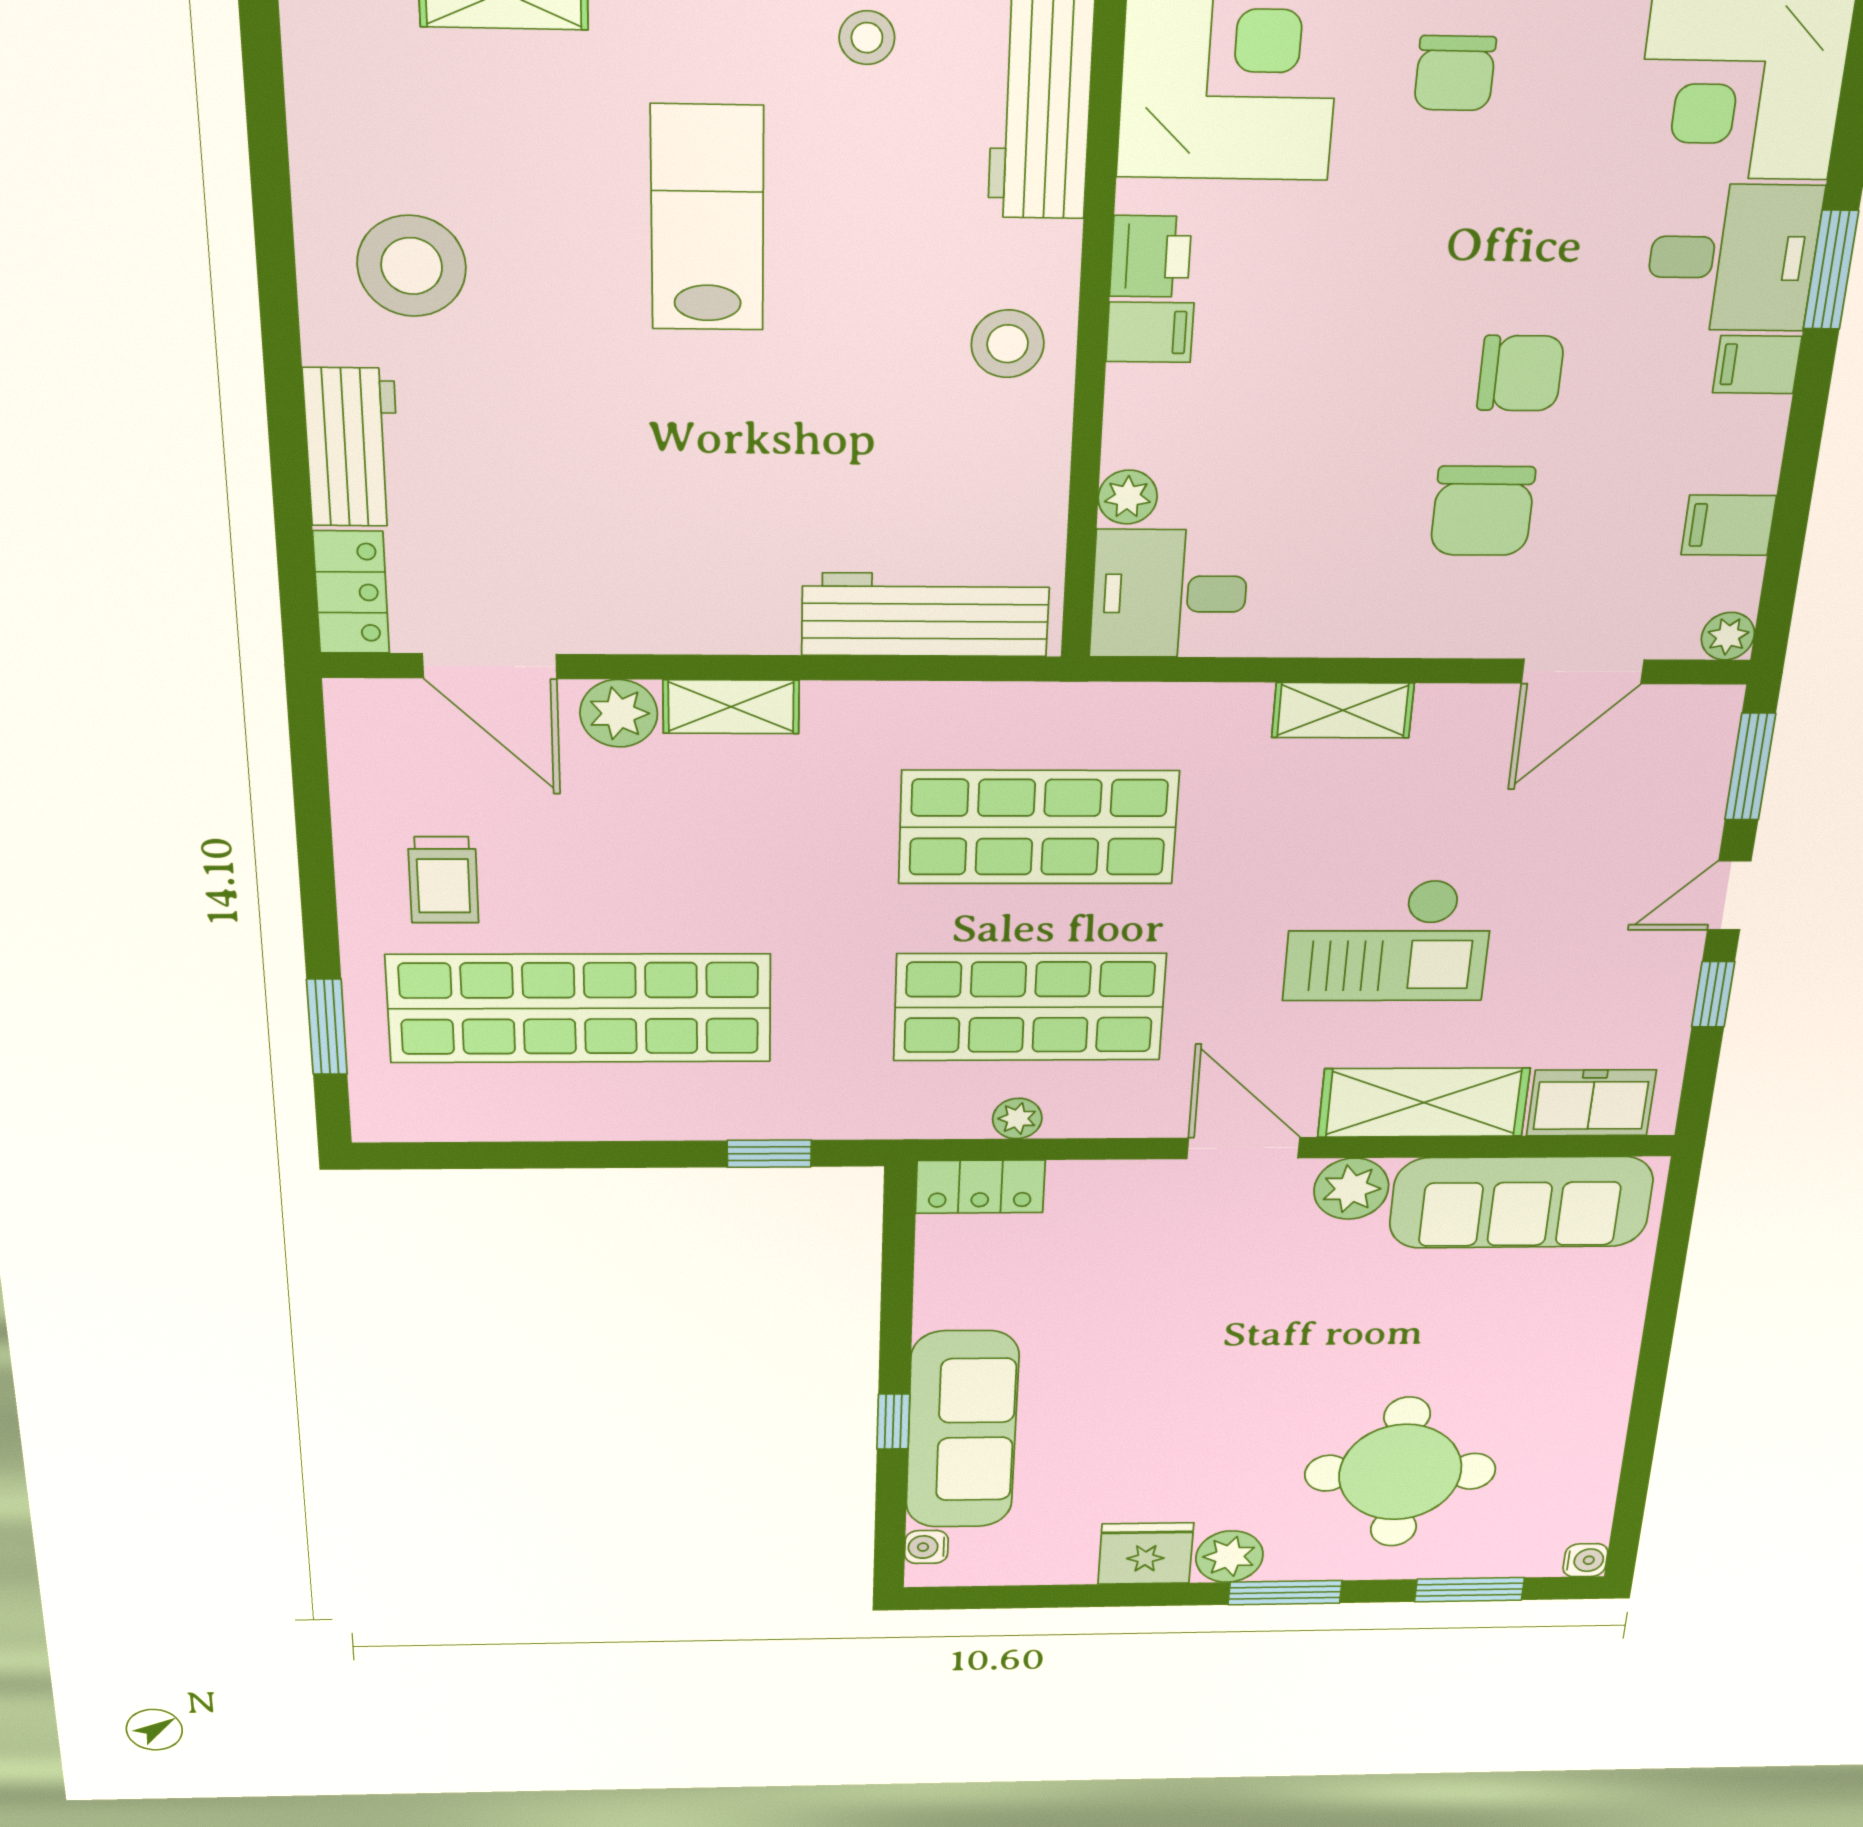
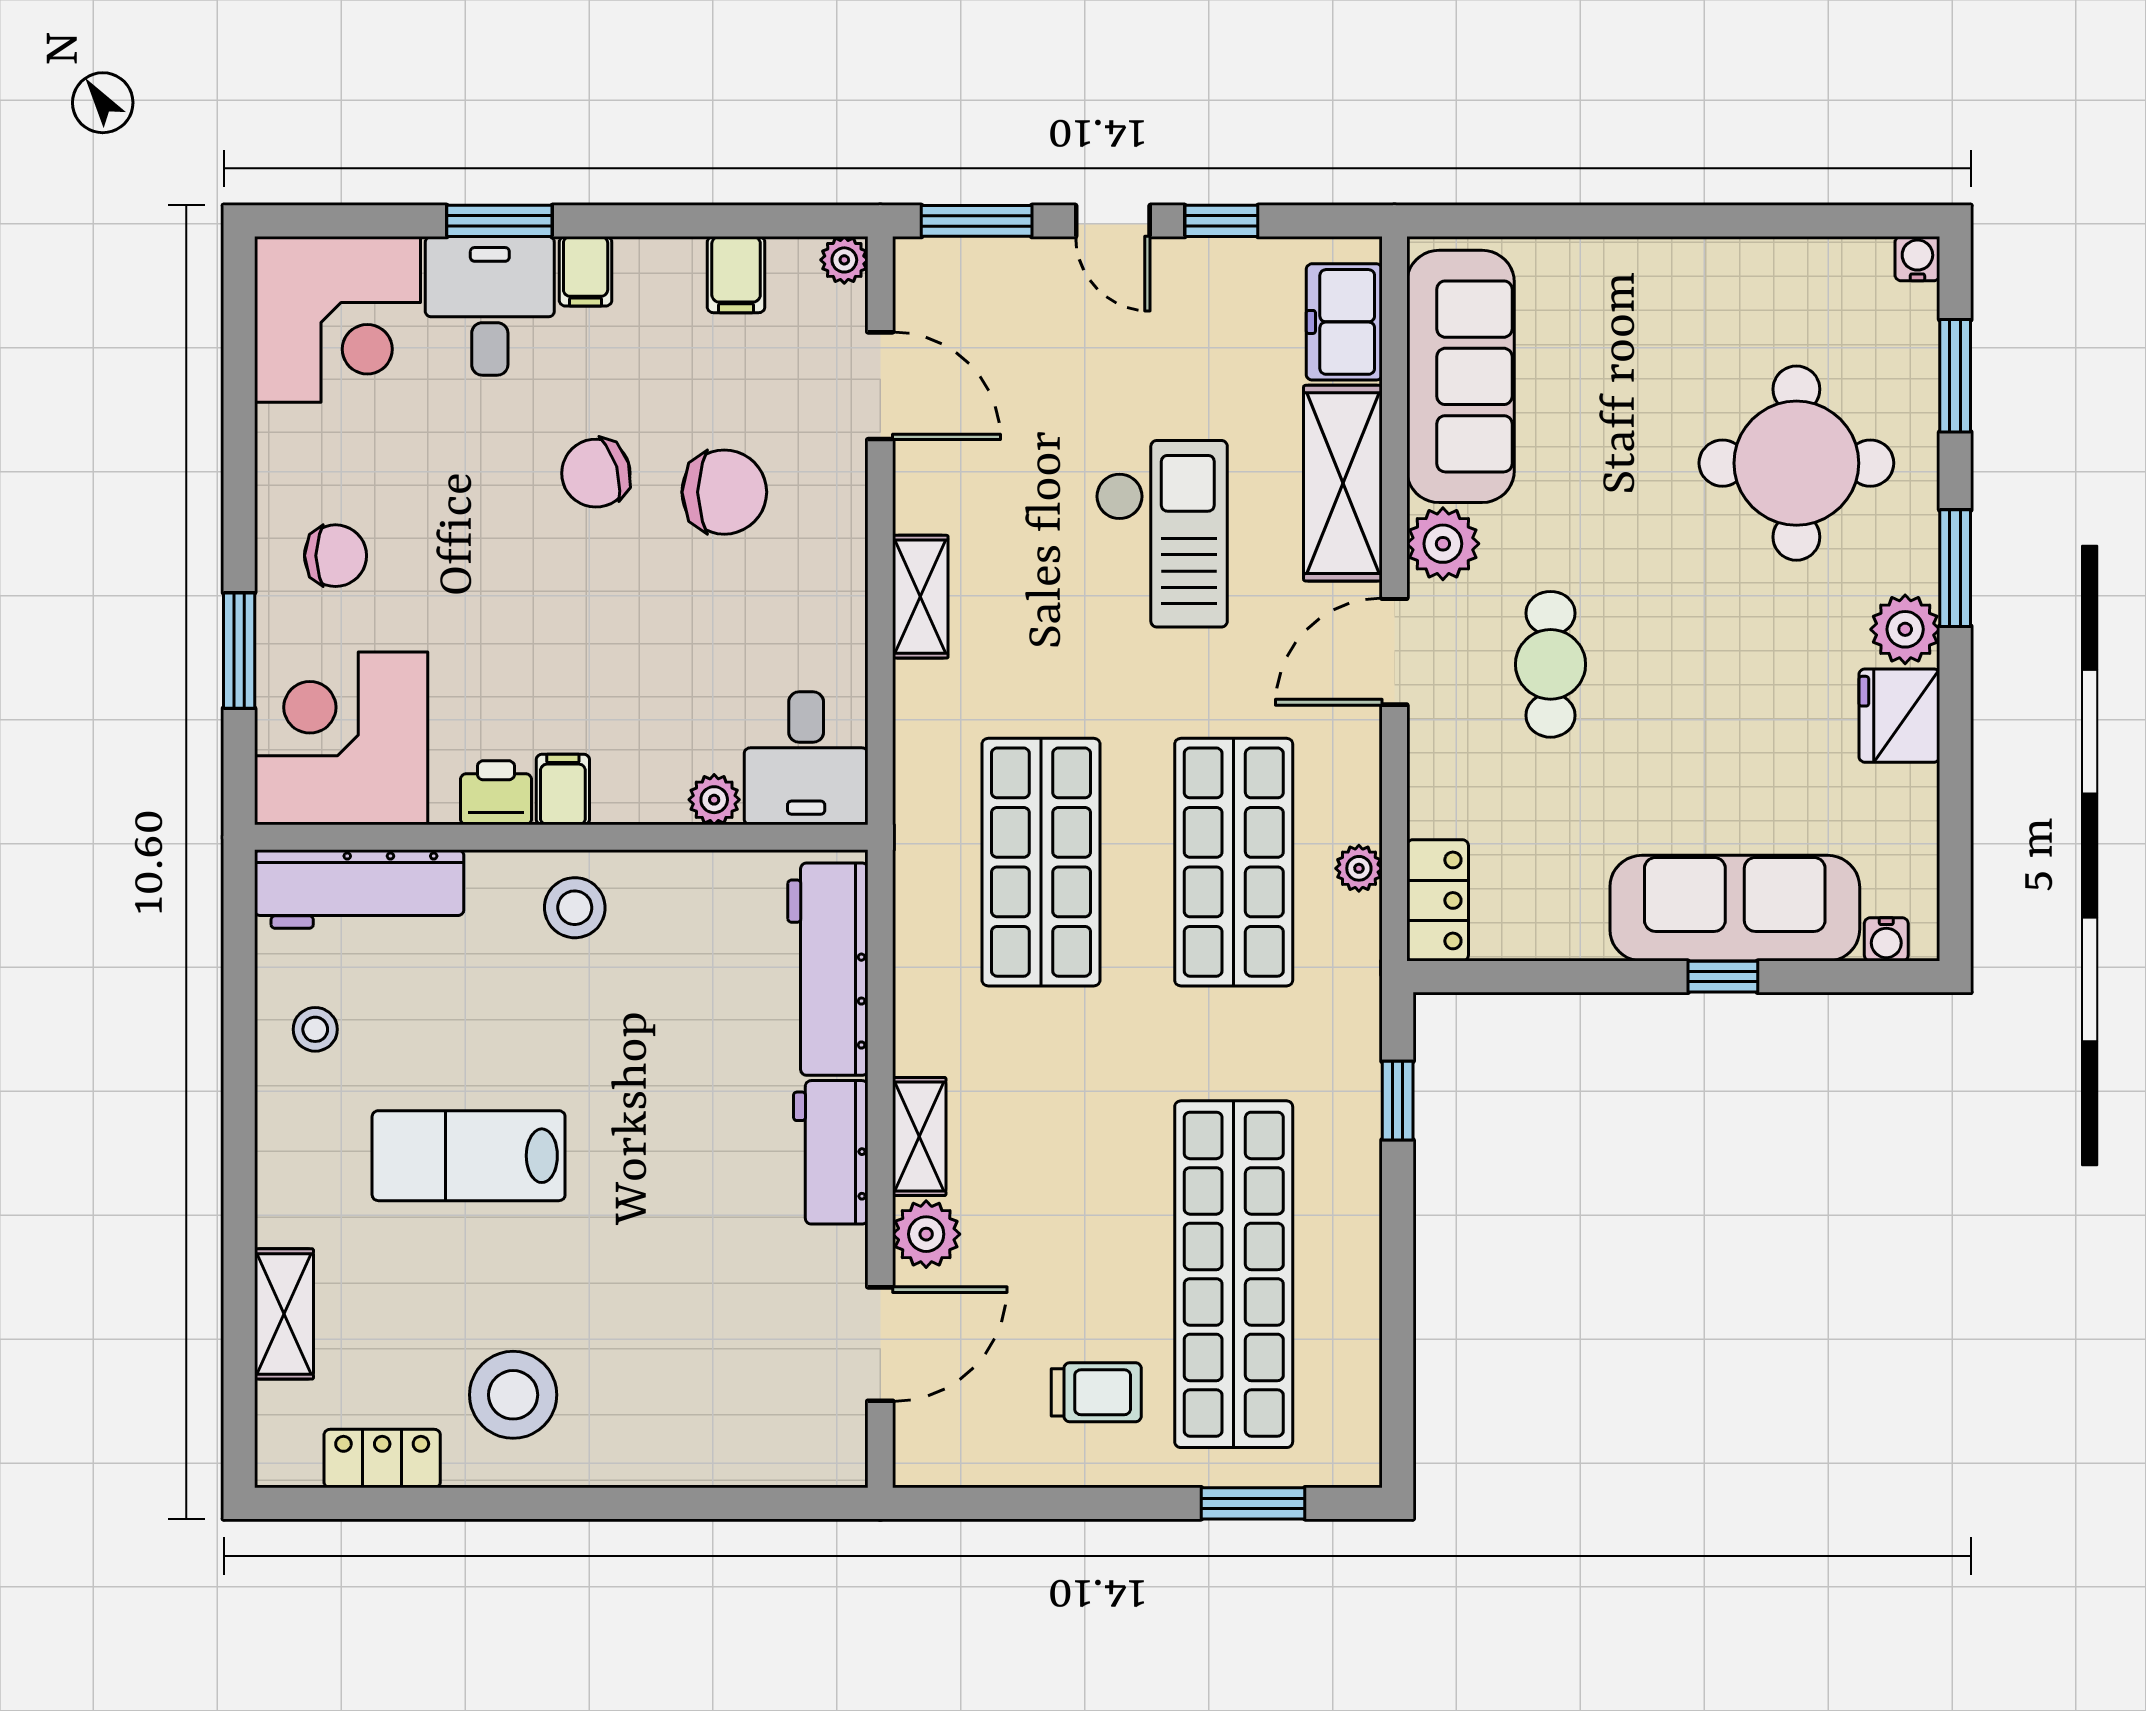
chair: (1521, 373) -> (596, 473), turned -107
workbench: (352, 447) -> (831, 1152), moved, turned -90
locker: (351, 592) -> (382, 1459), moved
cafe table: (1219, 1279) -> (1551, 664), added

